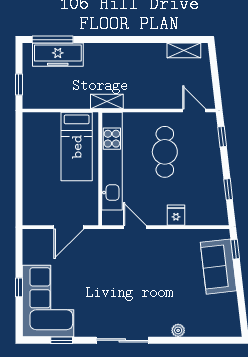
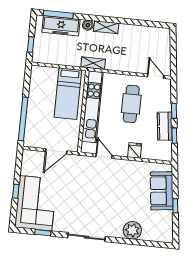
boiler: (94, 50) -> (88, 25), added
shelving: (184, 50) -> (106, 27), moved
window: (222, 137) -> (174, 111), moved
kitchen counter: (214, 178) -> (165, 126), added
window: (19, 187) -> (23, 119), added
window: (235, 249) -> (175, 206), moved
plant: (178, 330) -> (132, 230), width x1.88, depth x1.88

